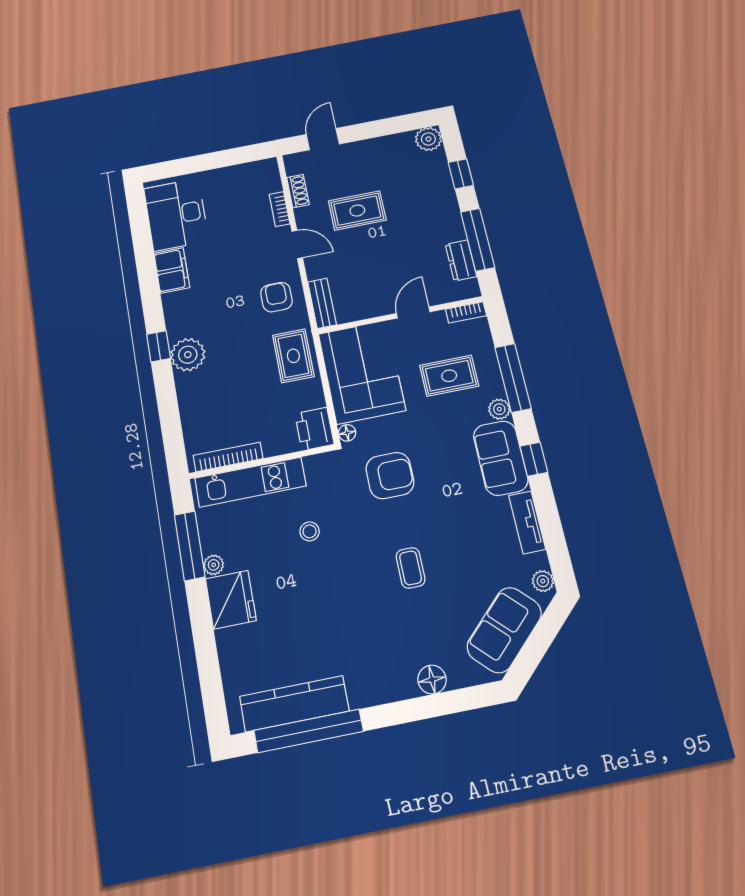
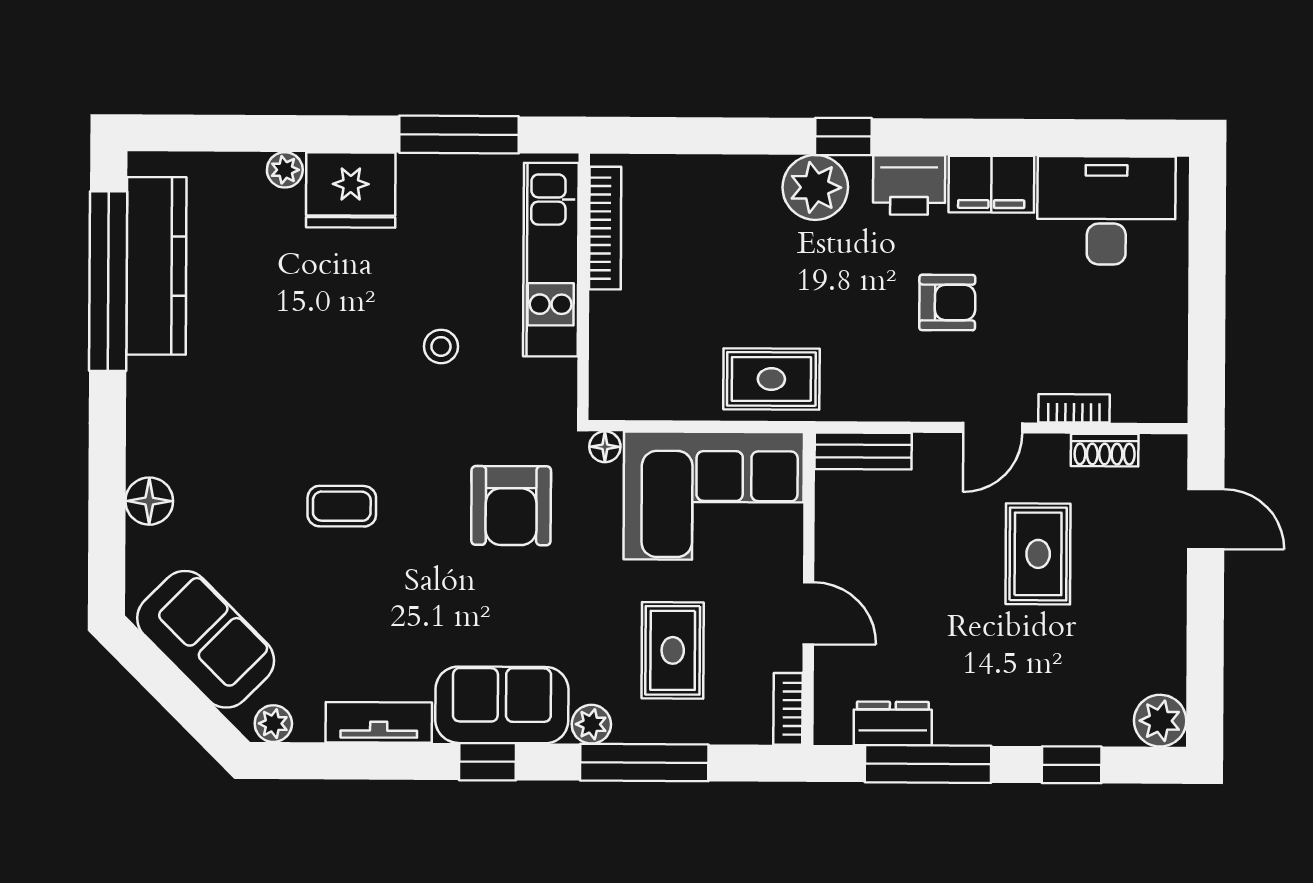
armchair: (276, 297) -> (947, 302), moved
printer: (314, 429) -> (909, 185), moved, turned 180
plant: (214, 565) -> (285, 170), moved

